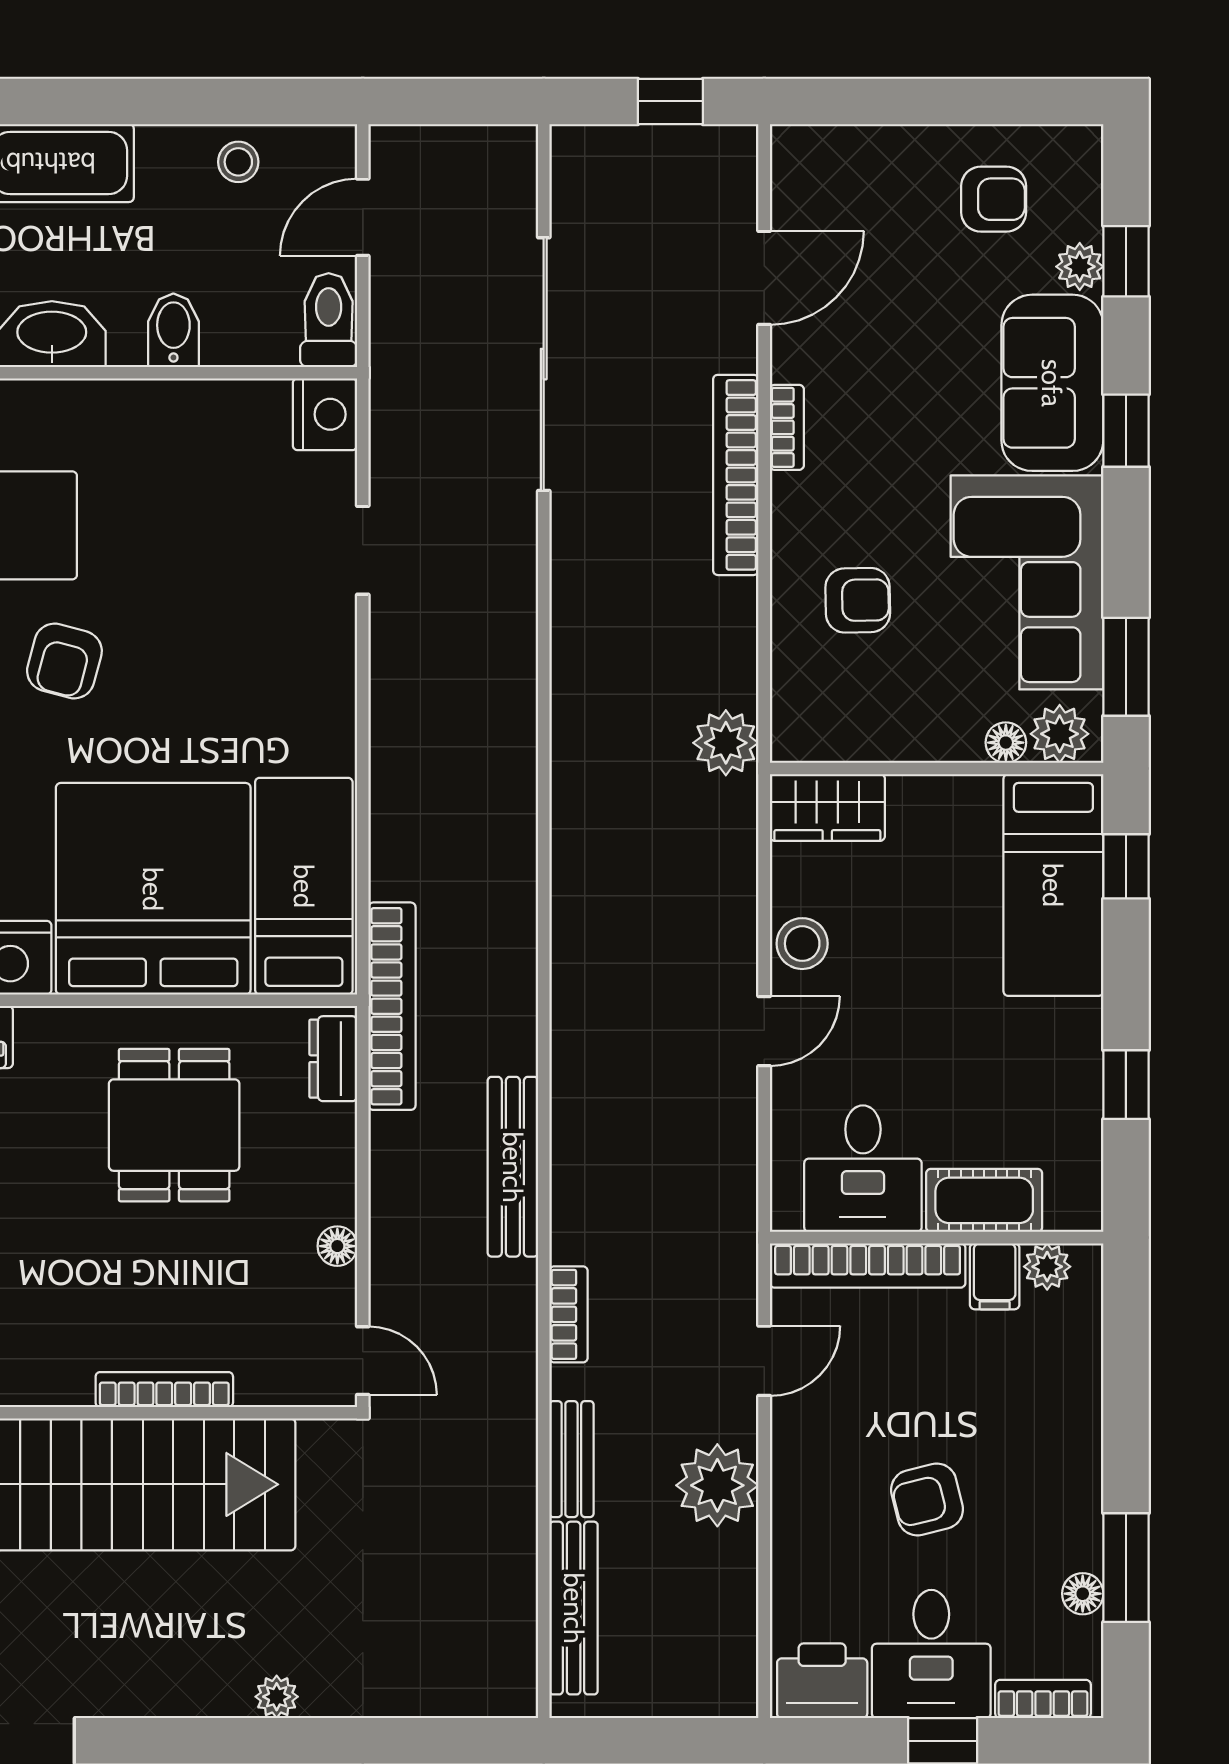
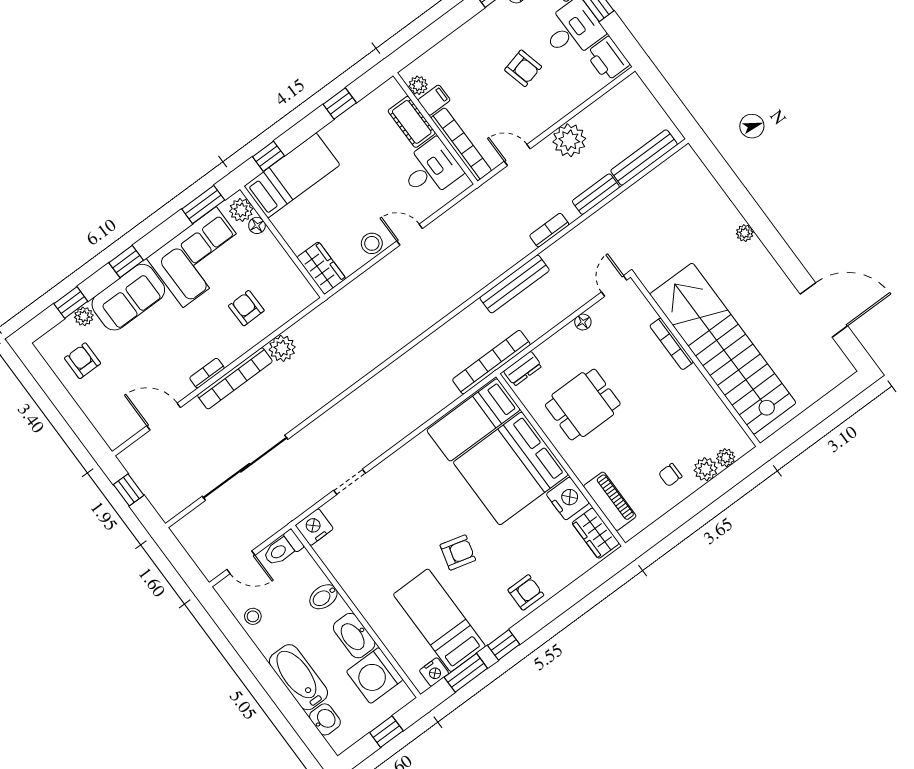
plant: (726, 743) -> (282, 348), moved

